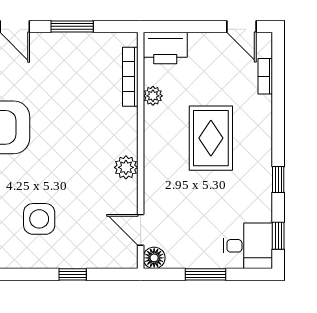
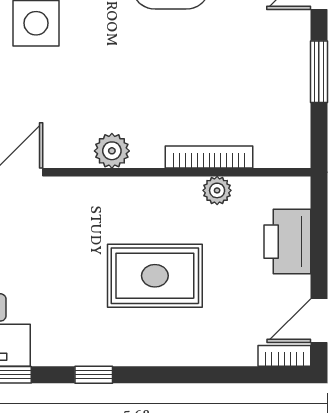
printer: (165, 48) -> (287, 242), moved
bookcase: (265, 76) -> (284, 356), moved
bookcase: (130, 77) -> (209, 157), moved

